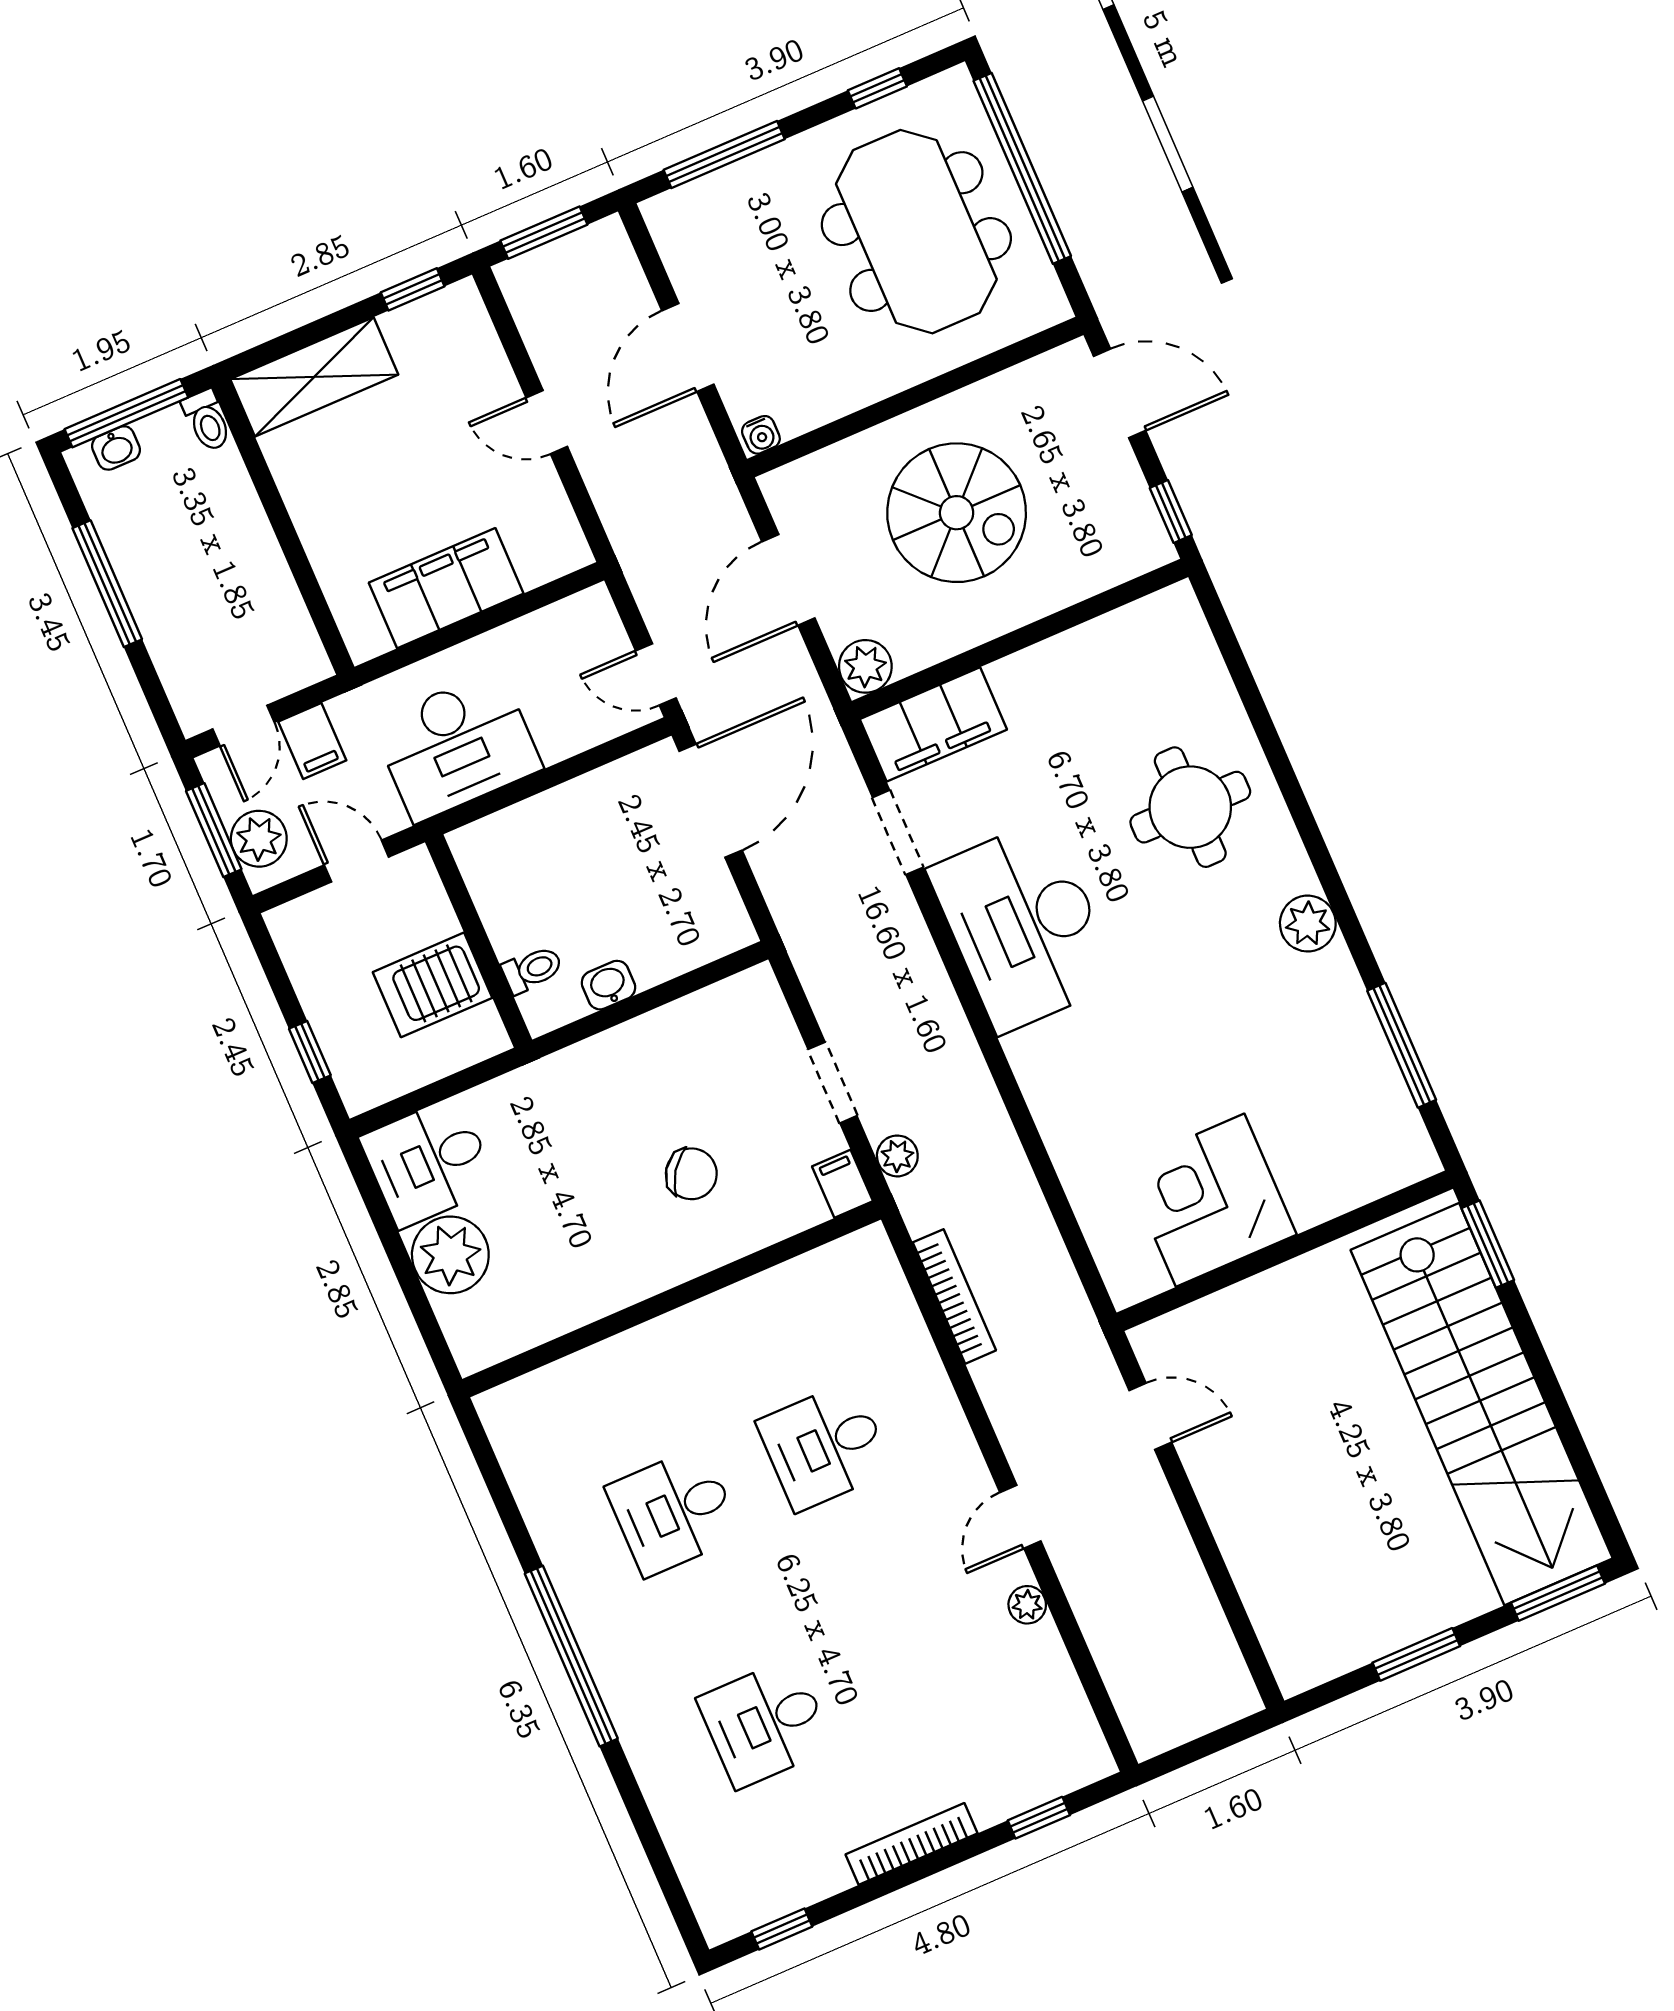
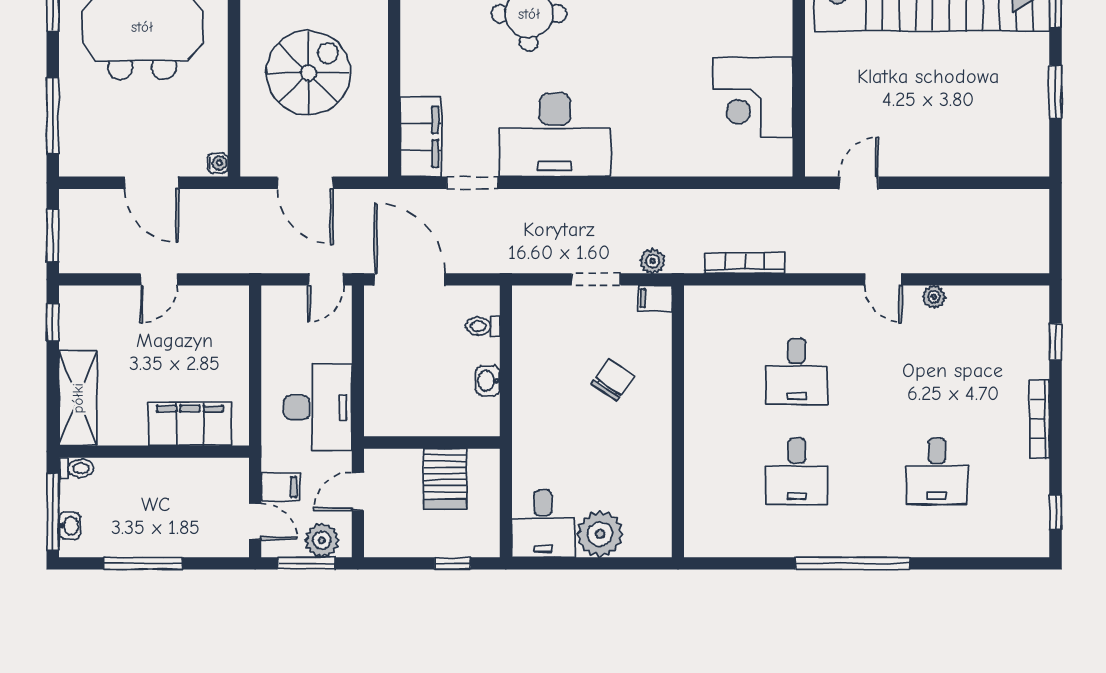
filing cabinet: (446, 588) -> (190, 424), moved, turned 90
plant: (865, 666) -> (372, 161), removed
toilet: (532, 969) -> (483, 326), moved, turned -90

